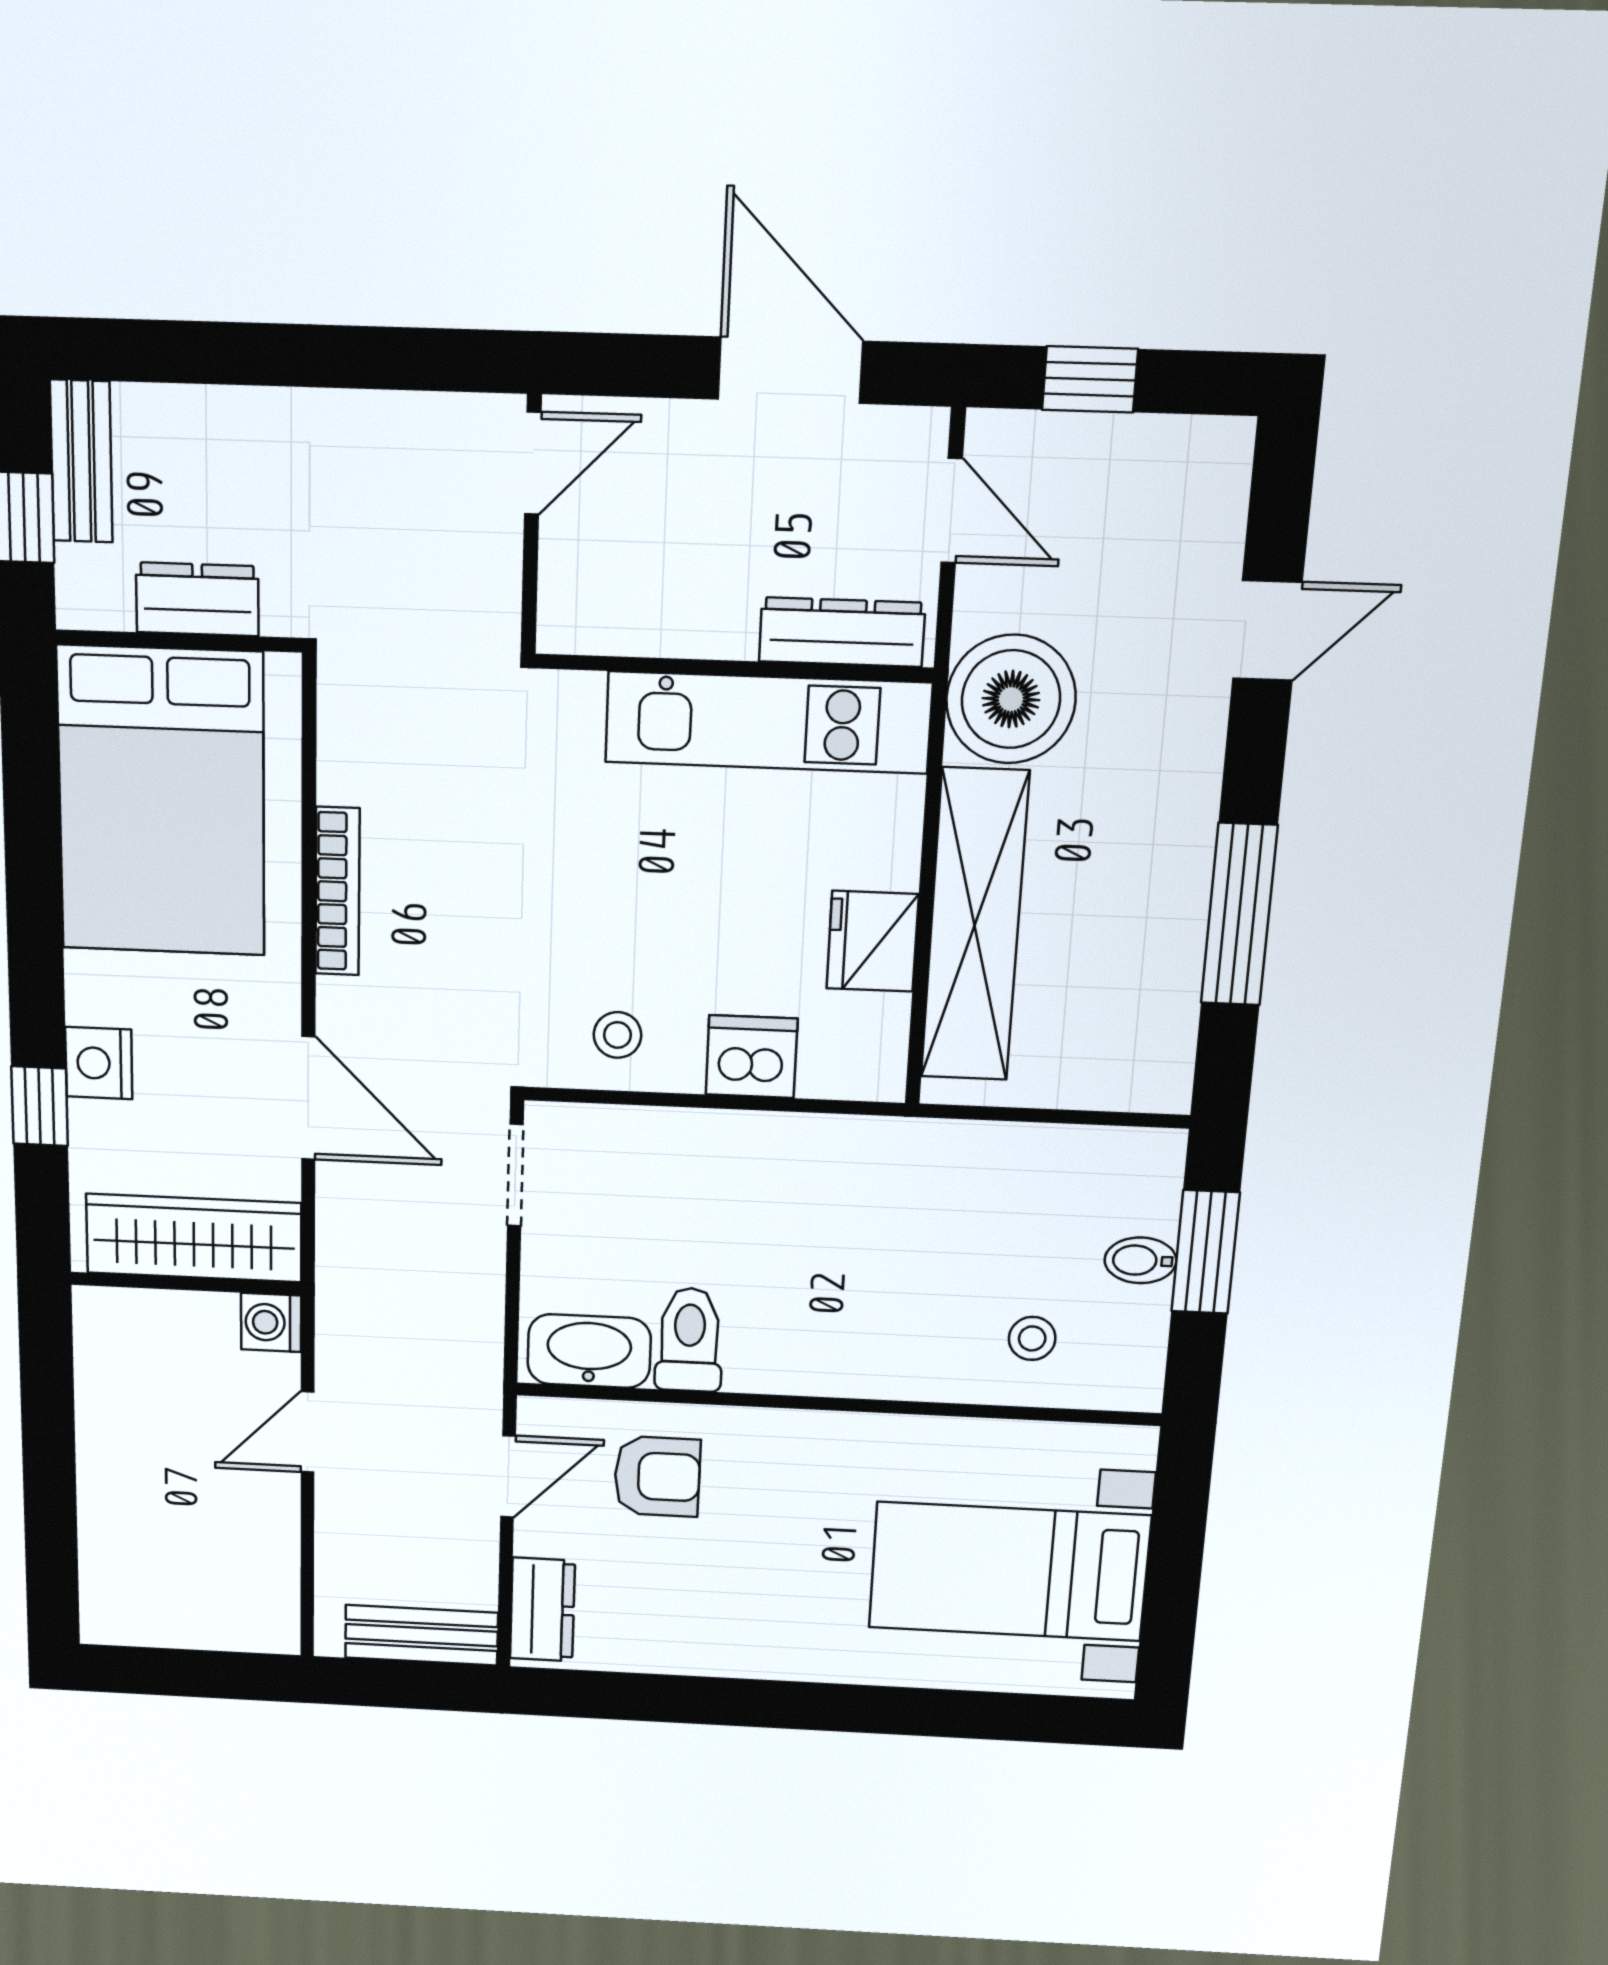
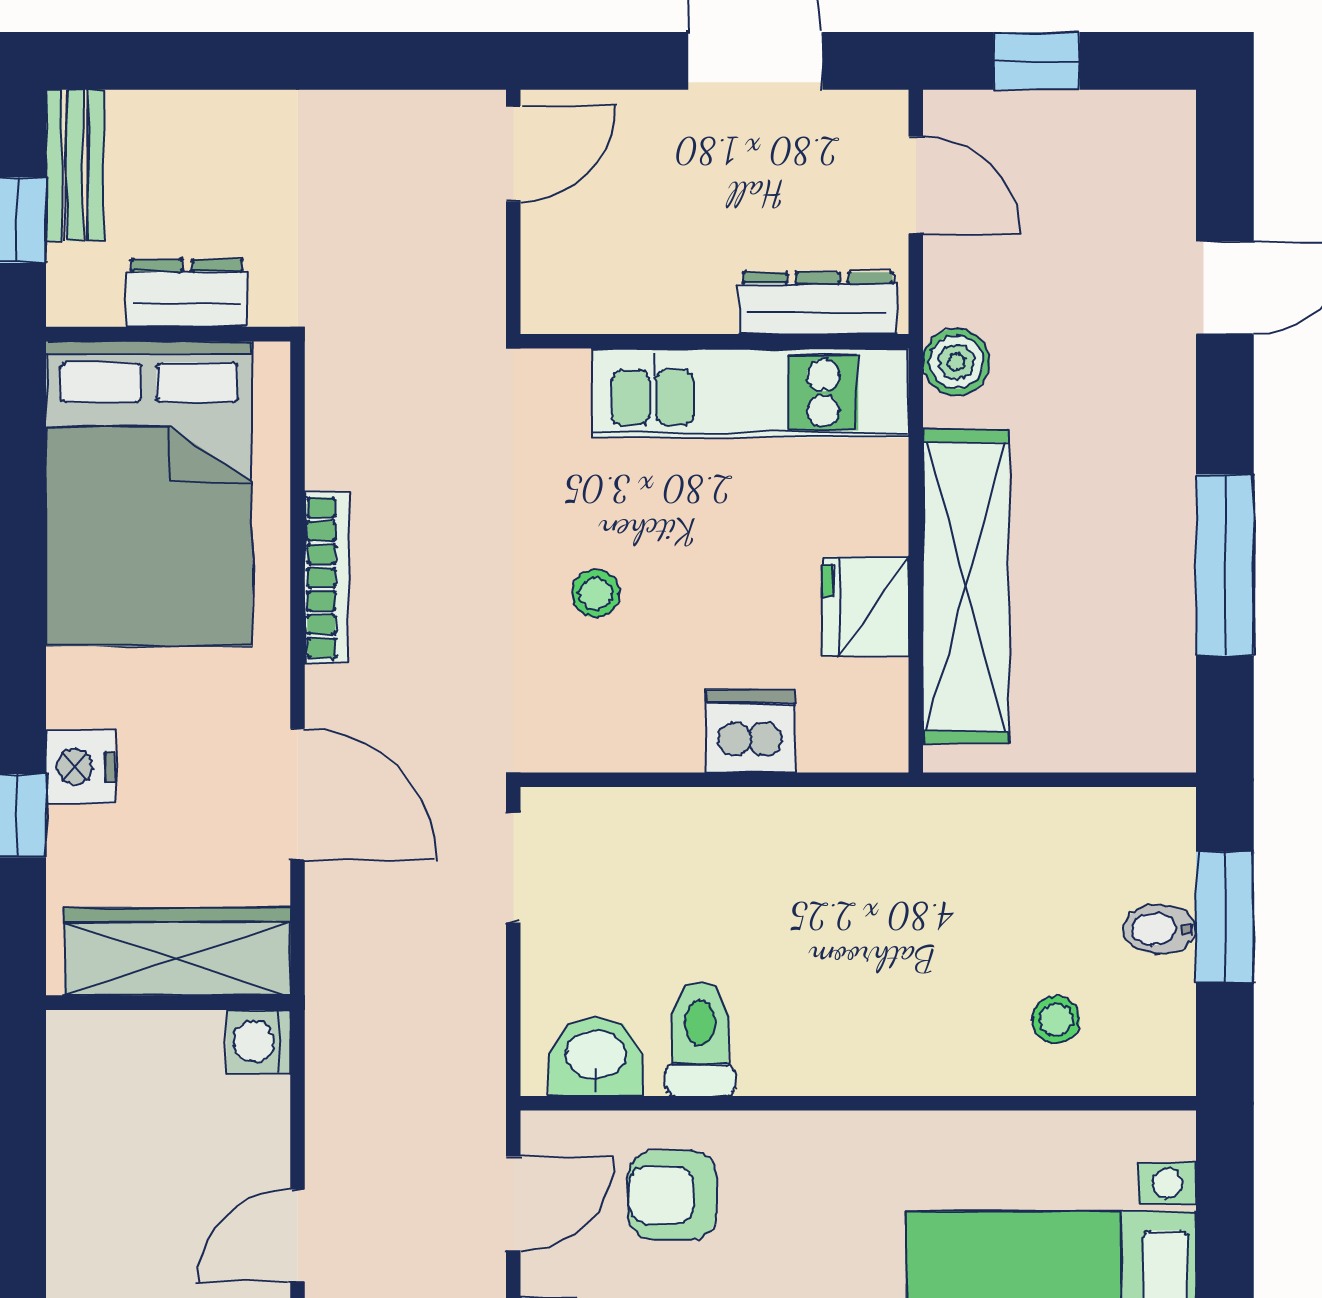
boiler: (1011, 699) -> (956, 362), width x0.54, depth x0.54
stool: (618, 1035) -> (596, 594), moved
washbasin: (589, 1351) -> (595, 1057), width x0.72
door: (308, 1432) -> (298, 1236), moved
armchair: (657, 1476) -> (672, 1195), turned 180

